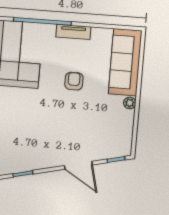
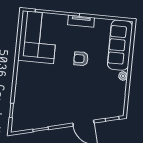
armchair: (74, 81) -> (81, 59), turned -92

